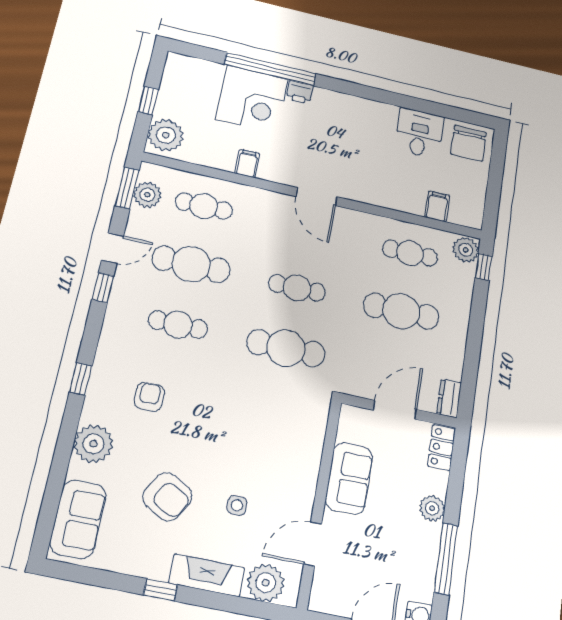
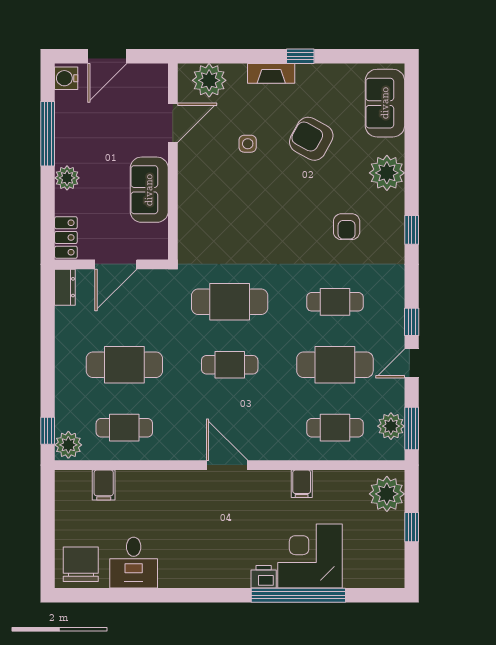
fireplace: (207, 575) -> (271, 73), width x0.73, depth x0.76

